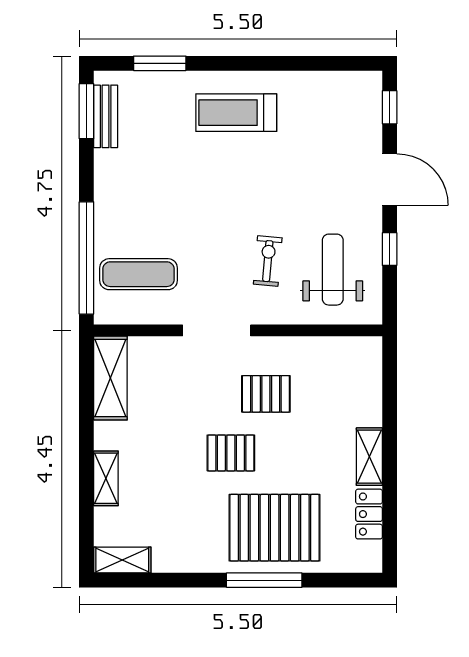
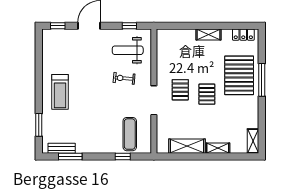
window: (86, 111) -> (70, 157), moved
window: (390, 249) -> (129, 26), moved
window: (86, 258) -> (123, 157), width x0.32
shelving: (110, 378) -> (187, 146), moved
pallet: (266, 394) -> (180, 90), moved
locker: (369, 514) -> (243, 35), moved

